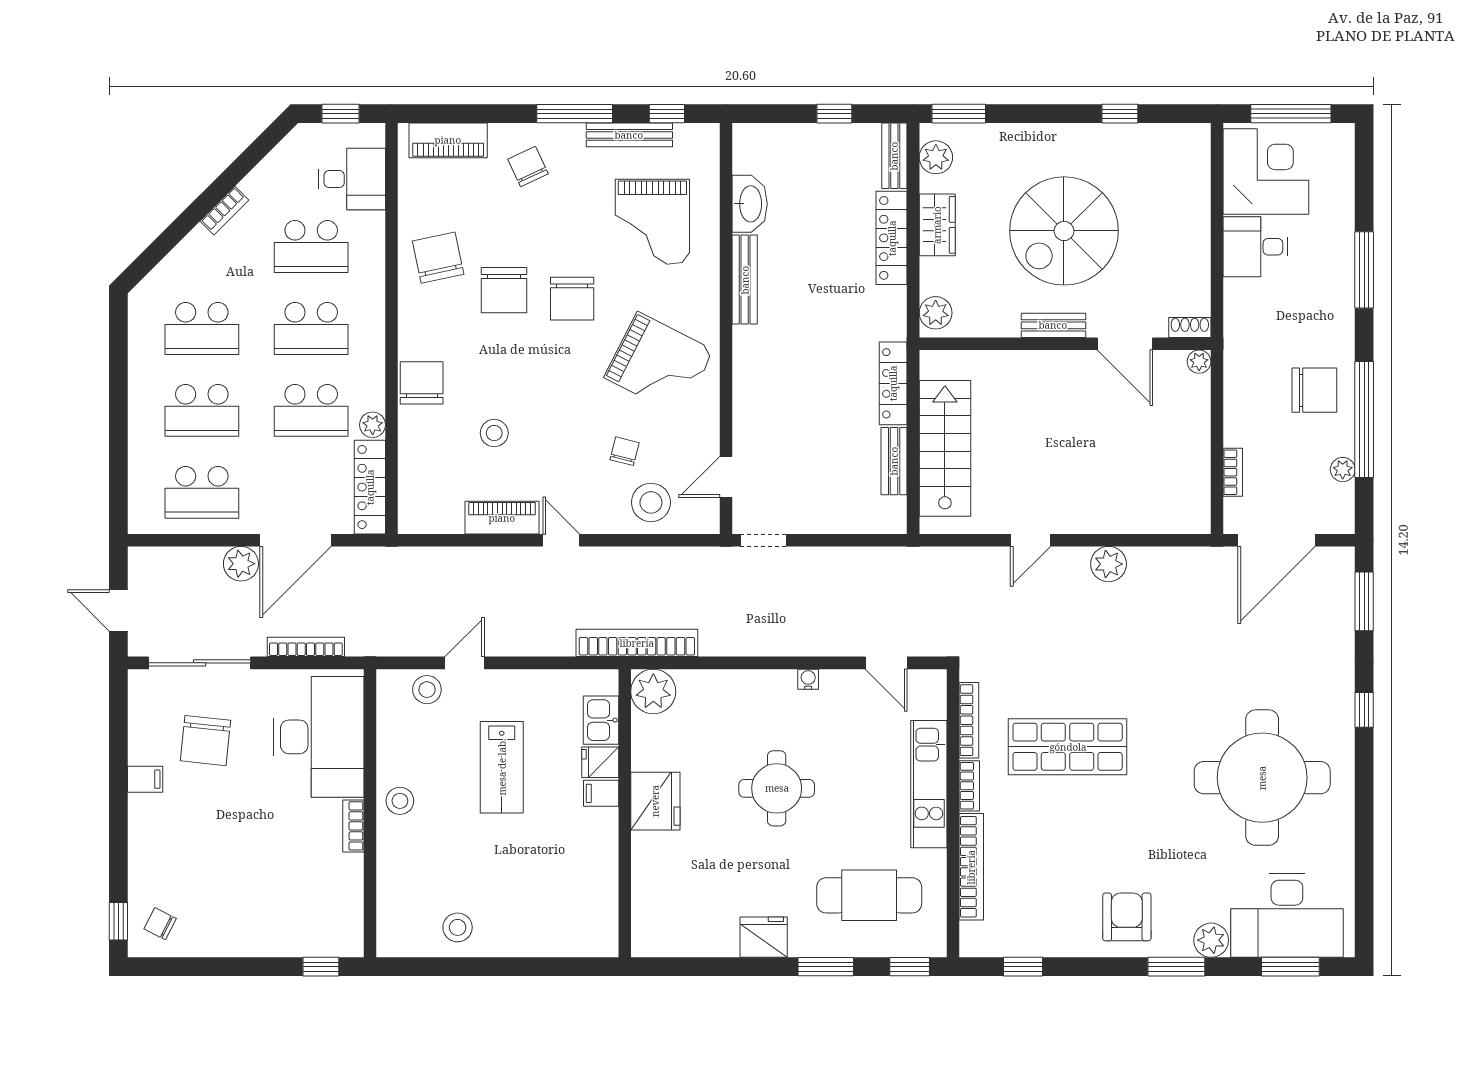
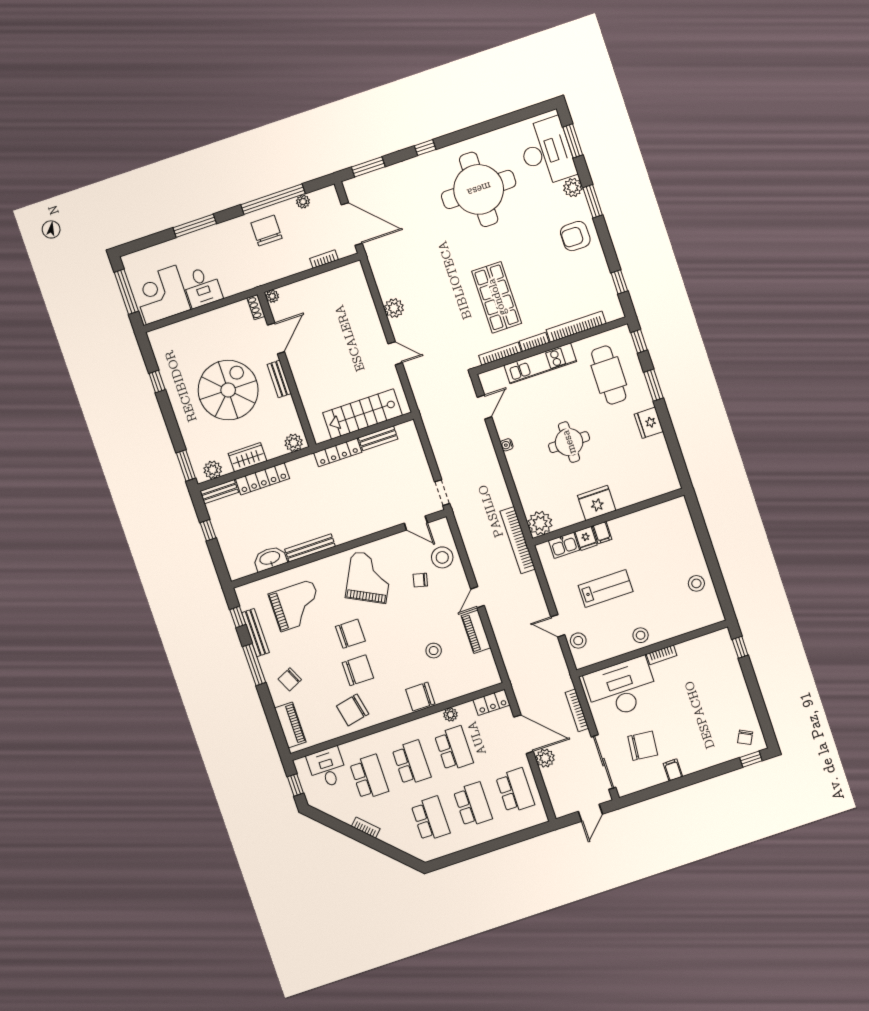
spiral stairs: (1064, 231) -> (228, 390), turned -90
locker: (370, 487) -> (492, 702), width x0.66

